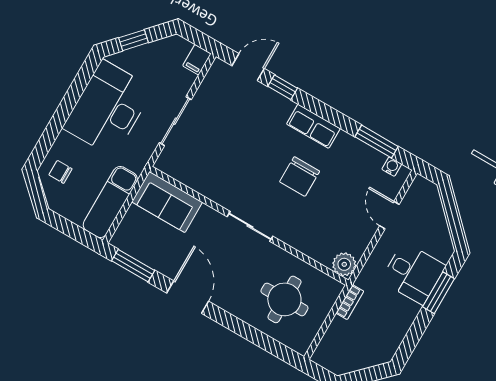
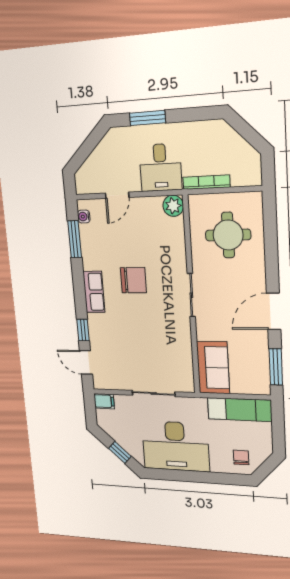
chair: (60, 172) -> (241, 457), turned 180
desk: (413, 273) -> (160, 167), moved, turned 180
bookcase: (350, 302) -> (206, 182), width x1.56

